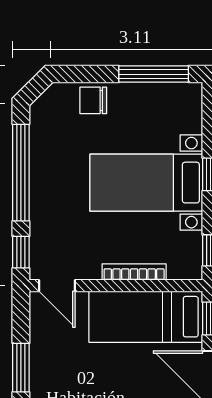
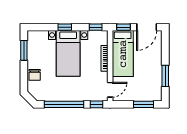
window: (154, 74) -> (24, 50), width x0.69

